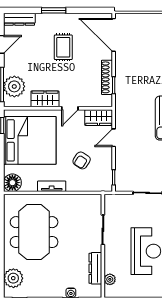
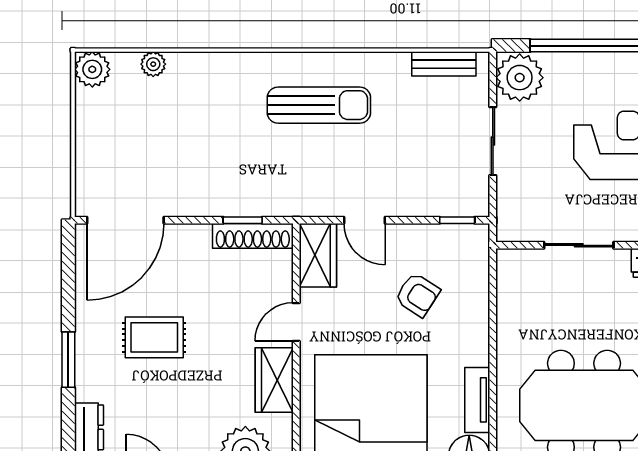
shoe rack: (107, 77) -> (253, 236), moved
door: (70, 108) -> (296, 322), swing flipped
tv unit: (52, 186) -> (477, 400), moved

